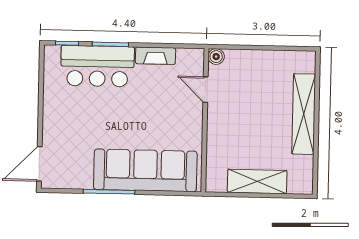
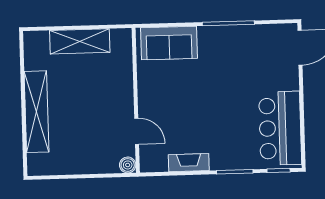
bar counter: (97, 66) -> (280, 128), moved, turned -90
sofa: (145, 170) -> (169, 43), width x0.54, depth x0.79

